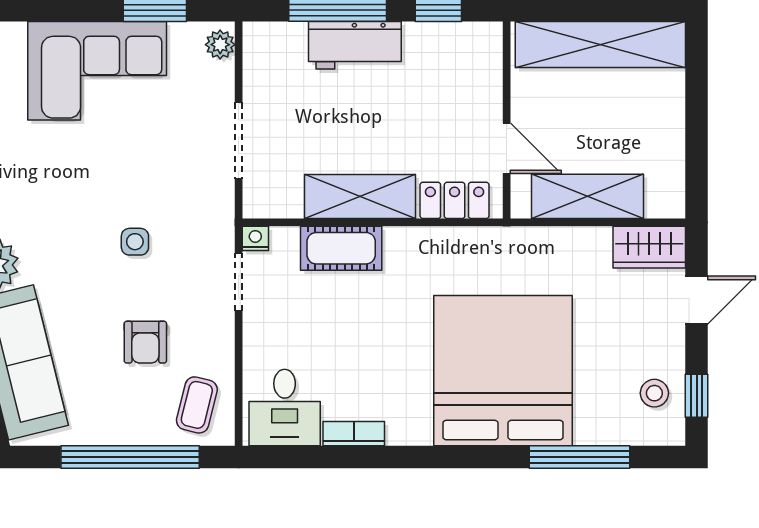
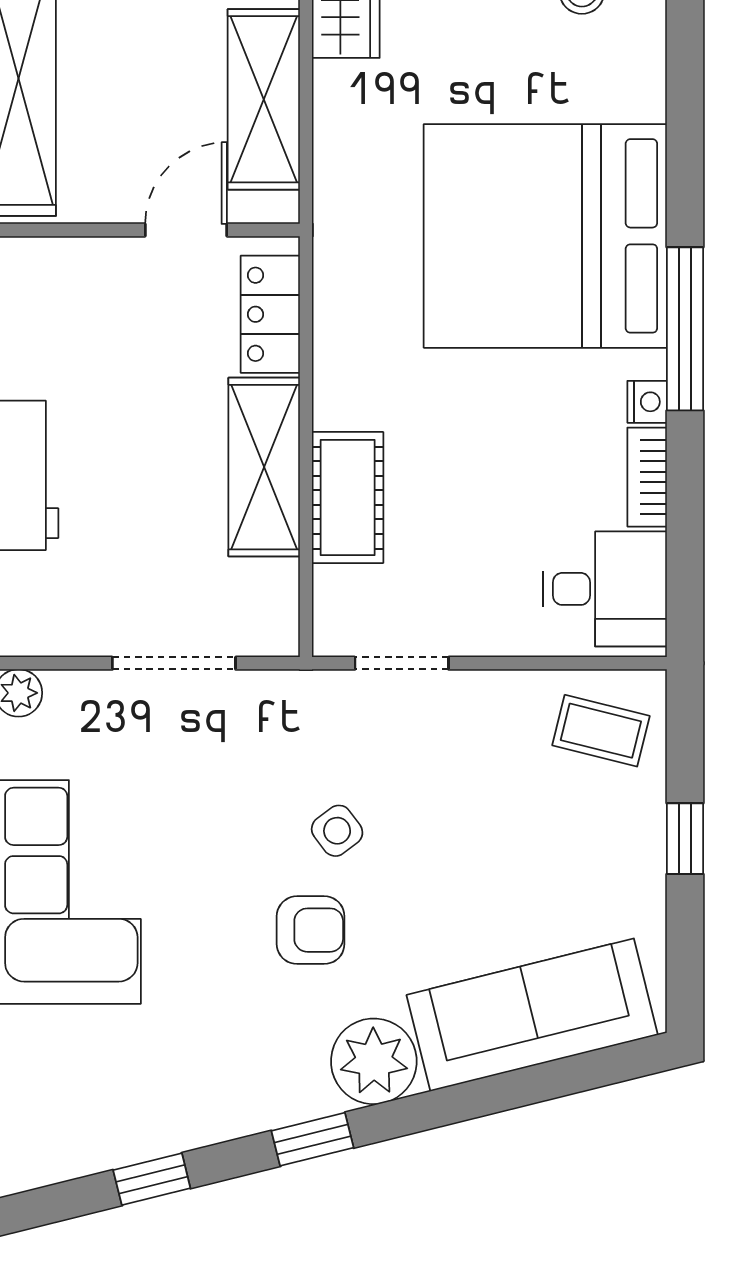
nightstand: (255, 238) -> (647, 402), moved, turned 180
side table: (135, 242) -> (337, 831), turned -37
armchair: (145, 342) -> (311, 930), moved
window: (130, 457) -> (685, 839), width x0.32
window: (580, 457) -> (685, 329), moved

